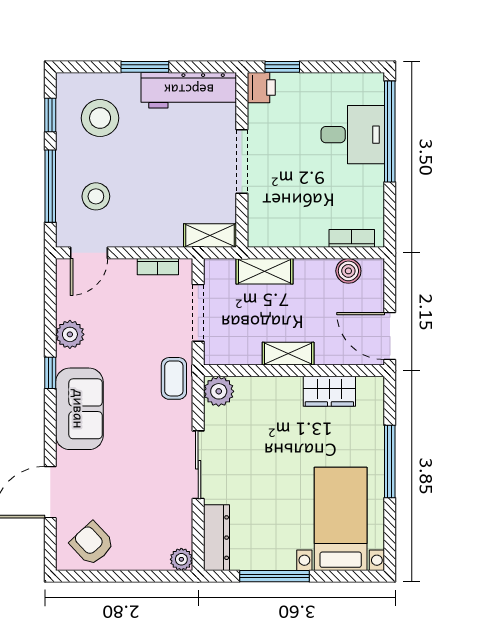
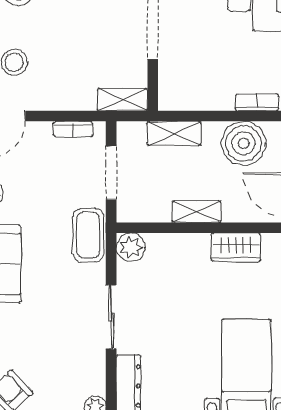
boiler: (348, 271) -> (244, 143), width x1.86, depth x1.86
coffee table: (174, 378) -> (88, 235), width x1.36, depth x1.30

